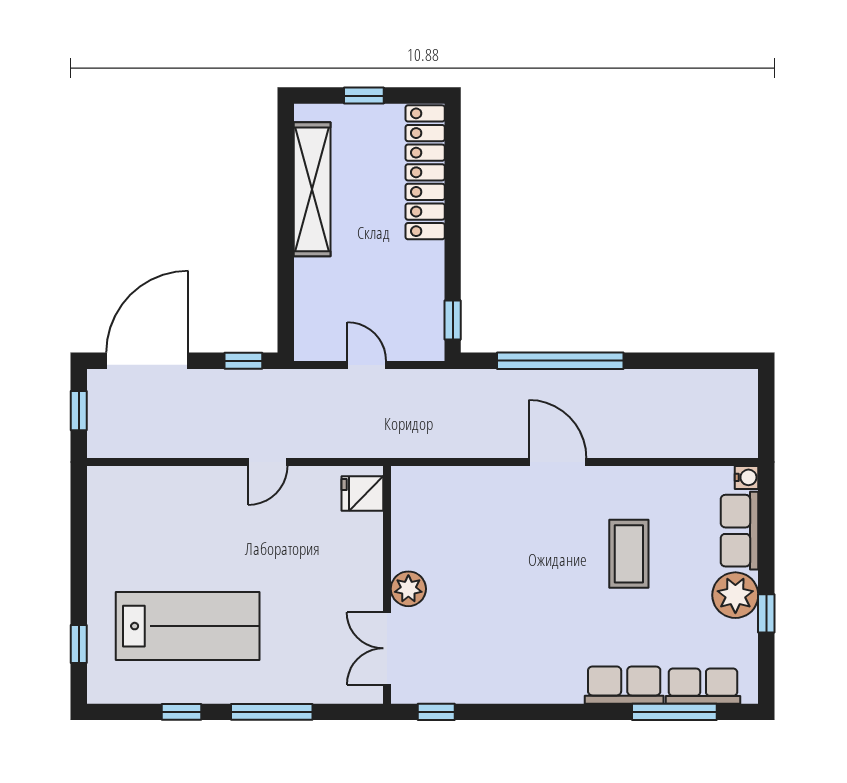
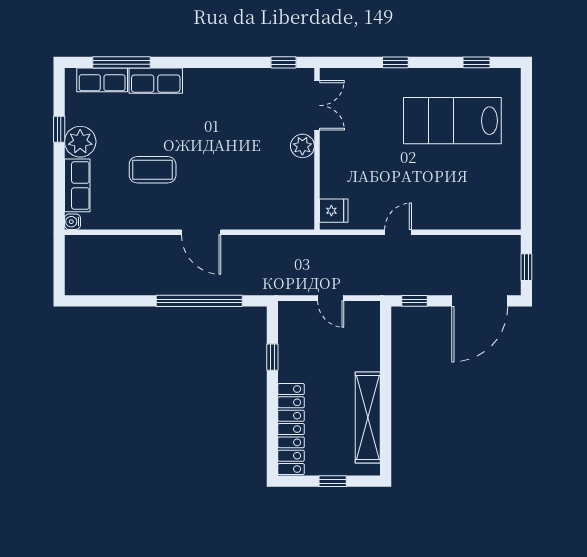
window: (453, 320) -> (272, 357), moved
coffee table: (629, 554) -> (153, 170), turned 90
window: (79, 644) -> (526, 108), removed
window: (182, 712) -> (476, 62), moved
window: (272, 712) -> (395, 62), width x0.46

